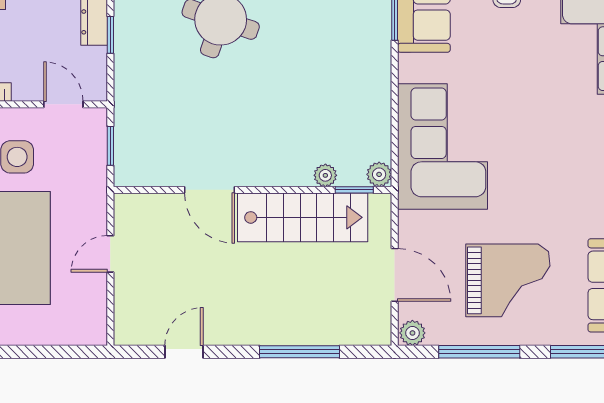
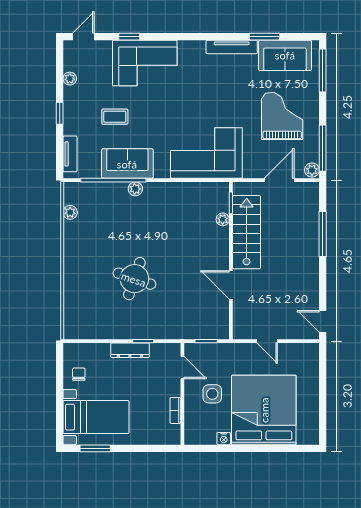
door: (63, 104) -> (182, 368), swing flipped
plant: (379, 174) -> (135, 189), moved
door: (210, 190) -> (231, 285), swing flipped
door: (184, 352) -> (323, 321), moved
window: (479, 352) -> (323, 148), moved

